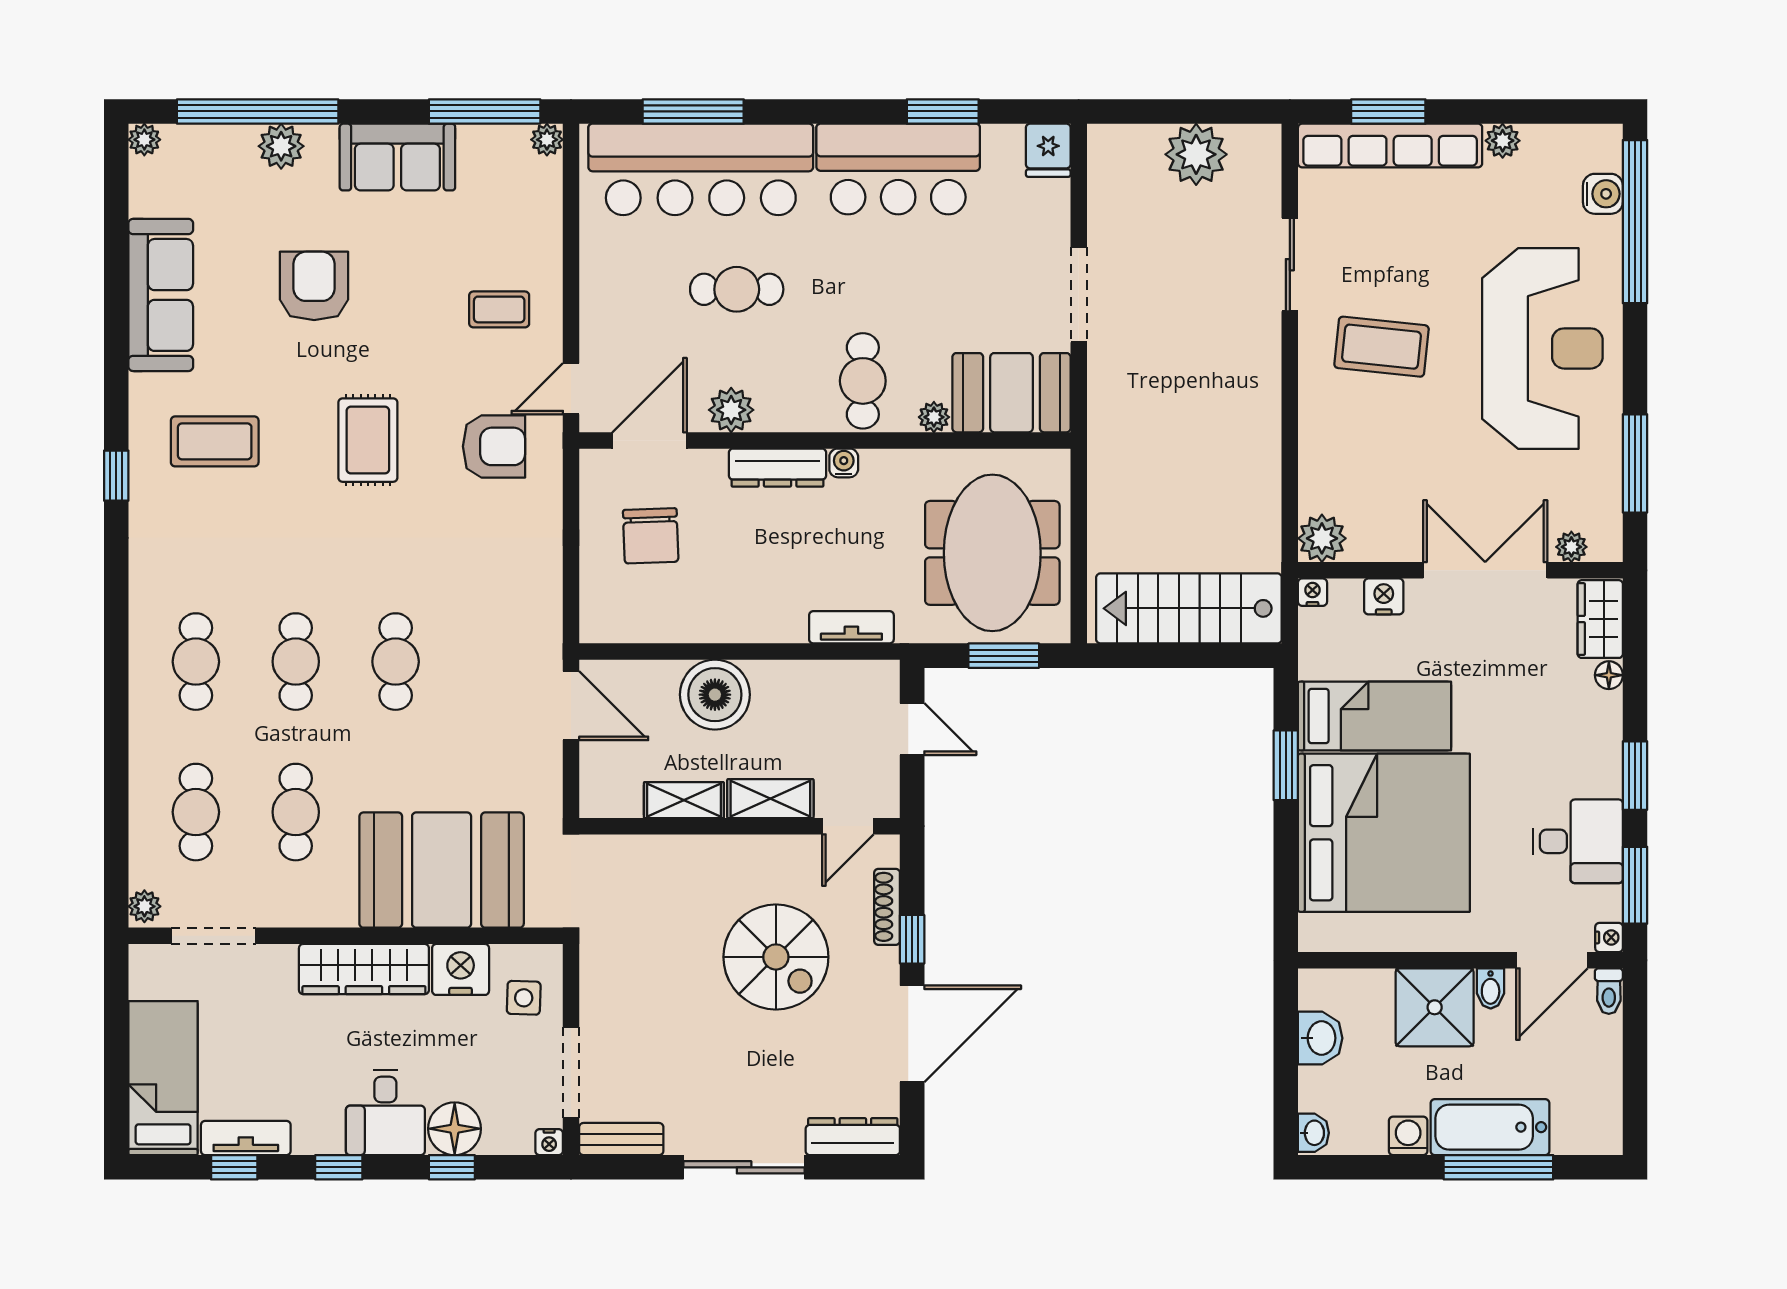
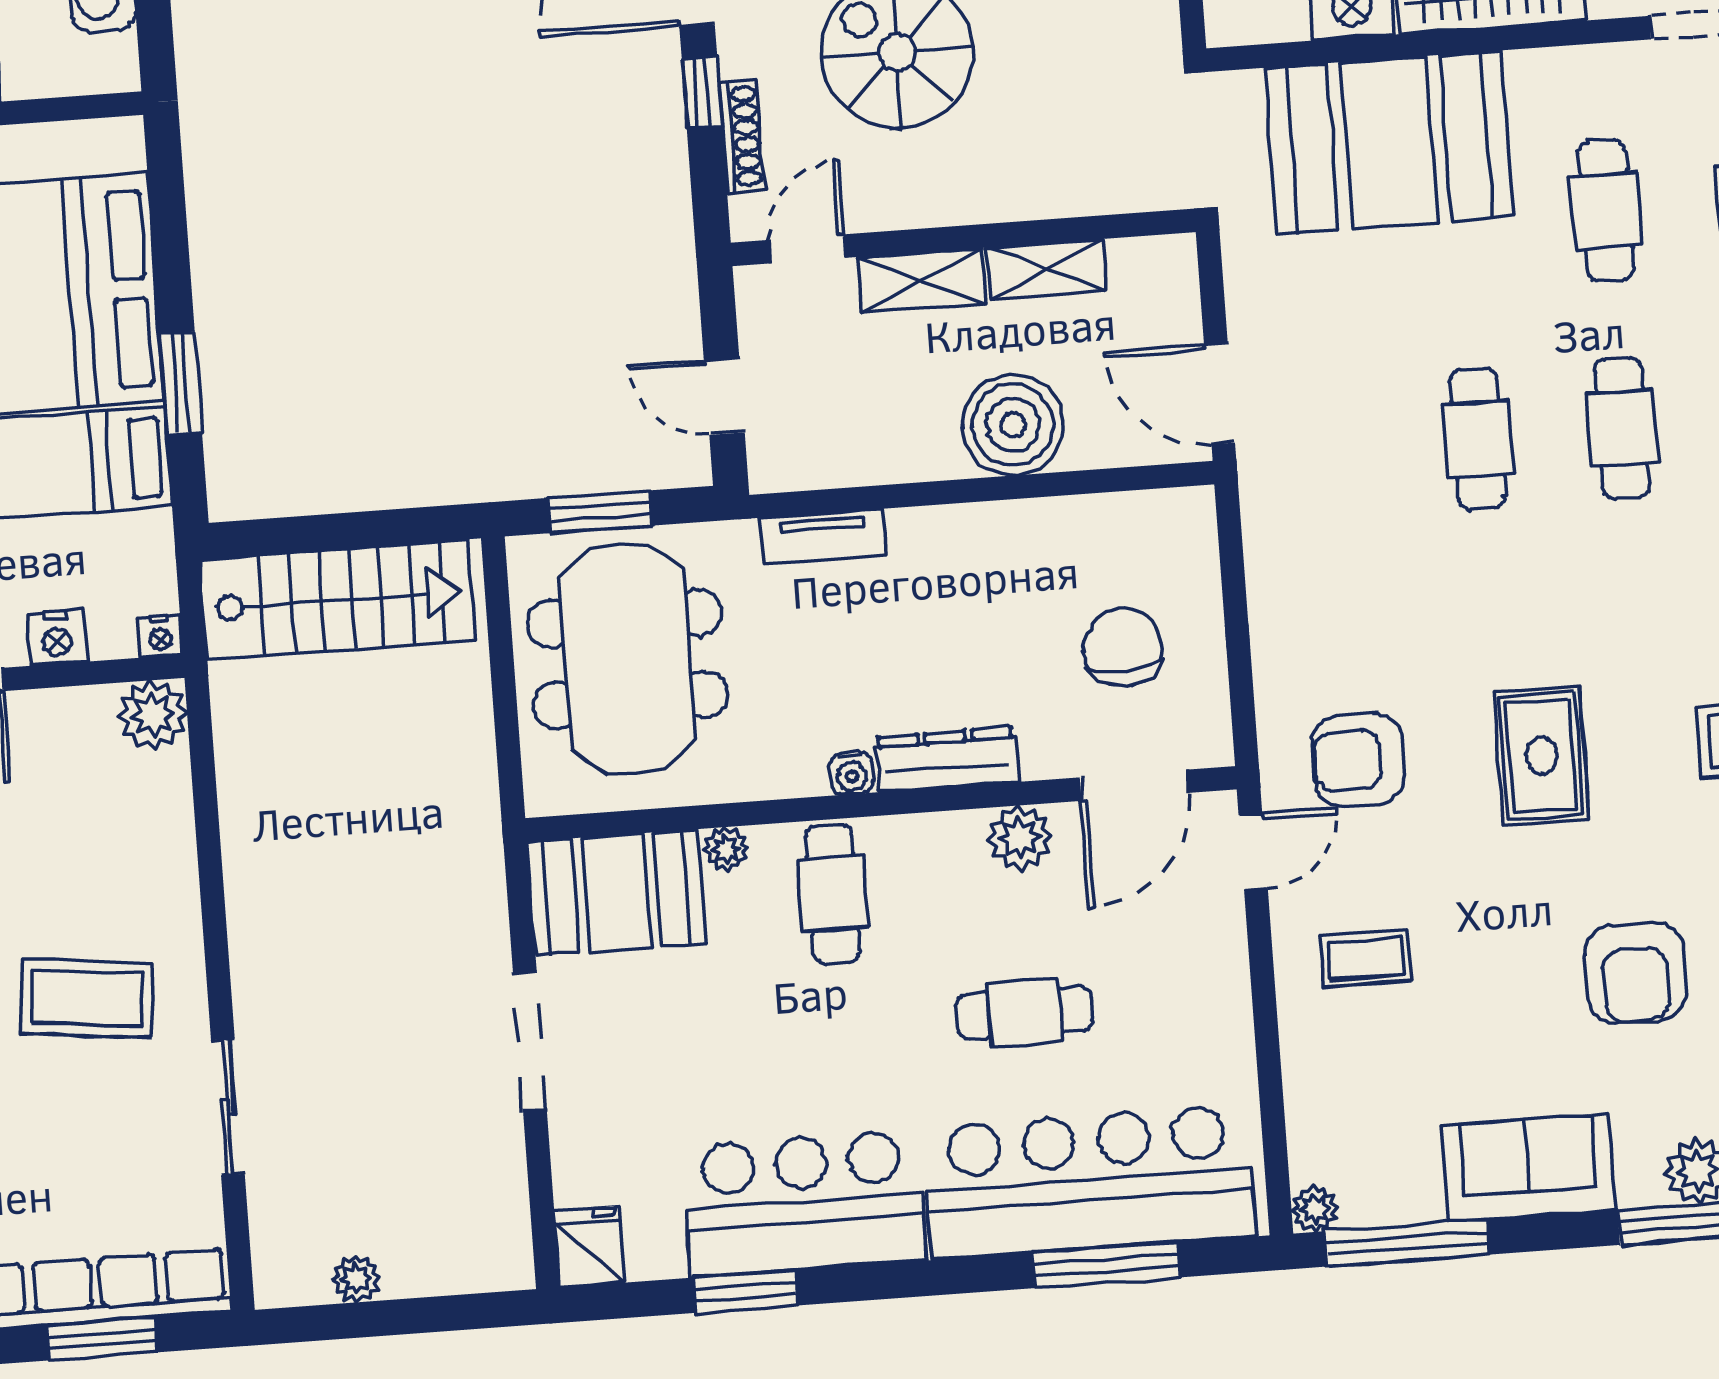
plant: (1196, 154) -> (356, 1279), width x0.53, depth x0.53

